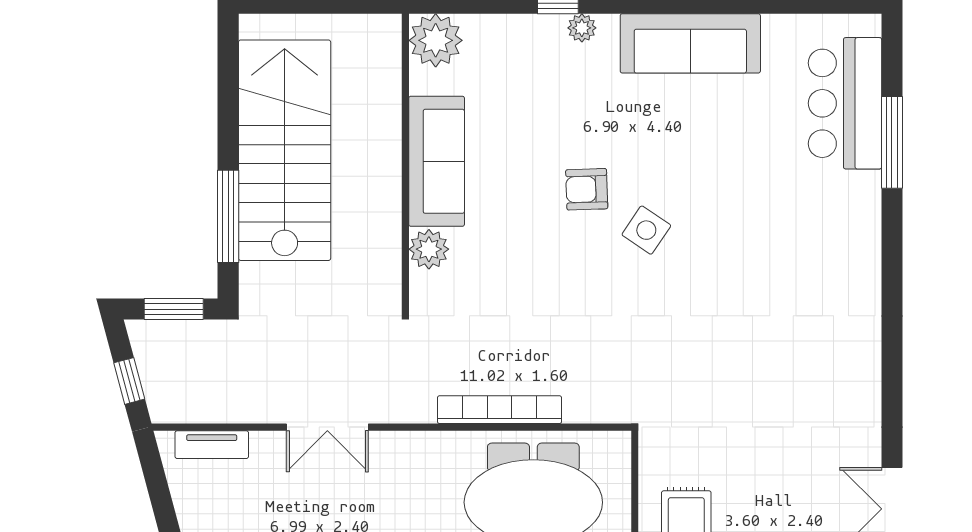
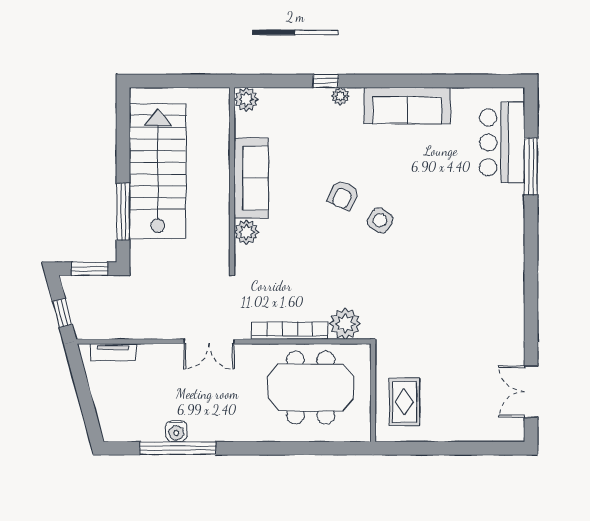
plant: (436, 40) -> (246, 99), width x0.73, depth x0.73
armchair: (587, 189) -> (343, 195), turned -63
plant: (590, 398) -> (345, 324), added
double door: (327, 427) -> (209, 341), moved

